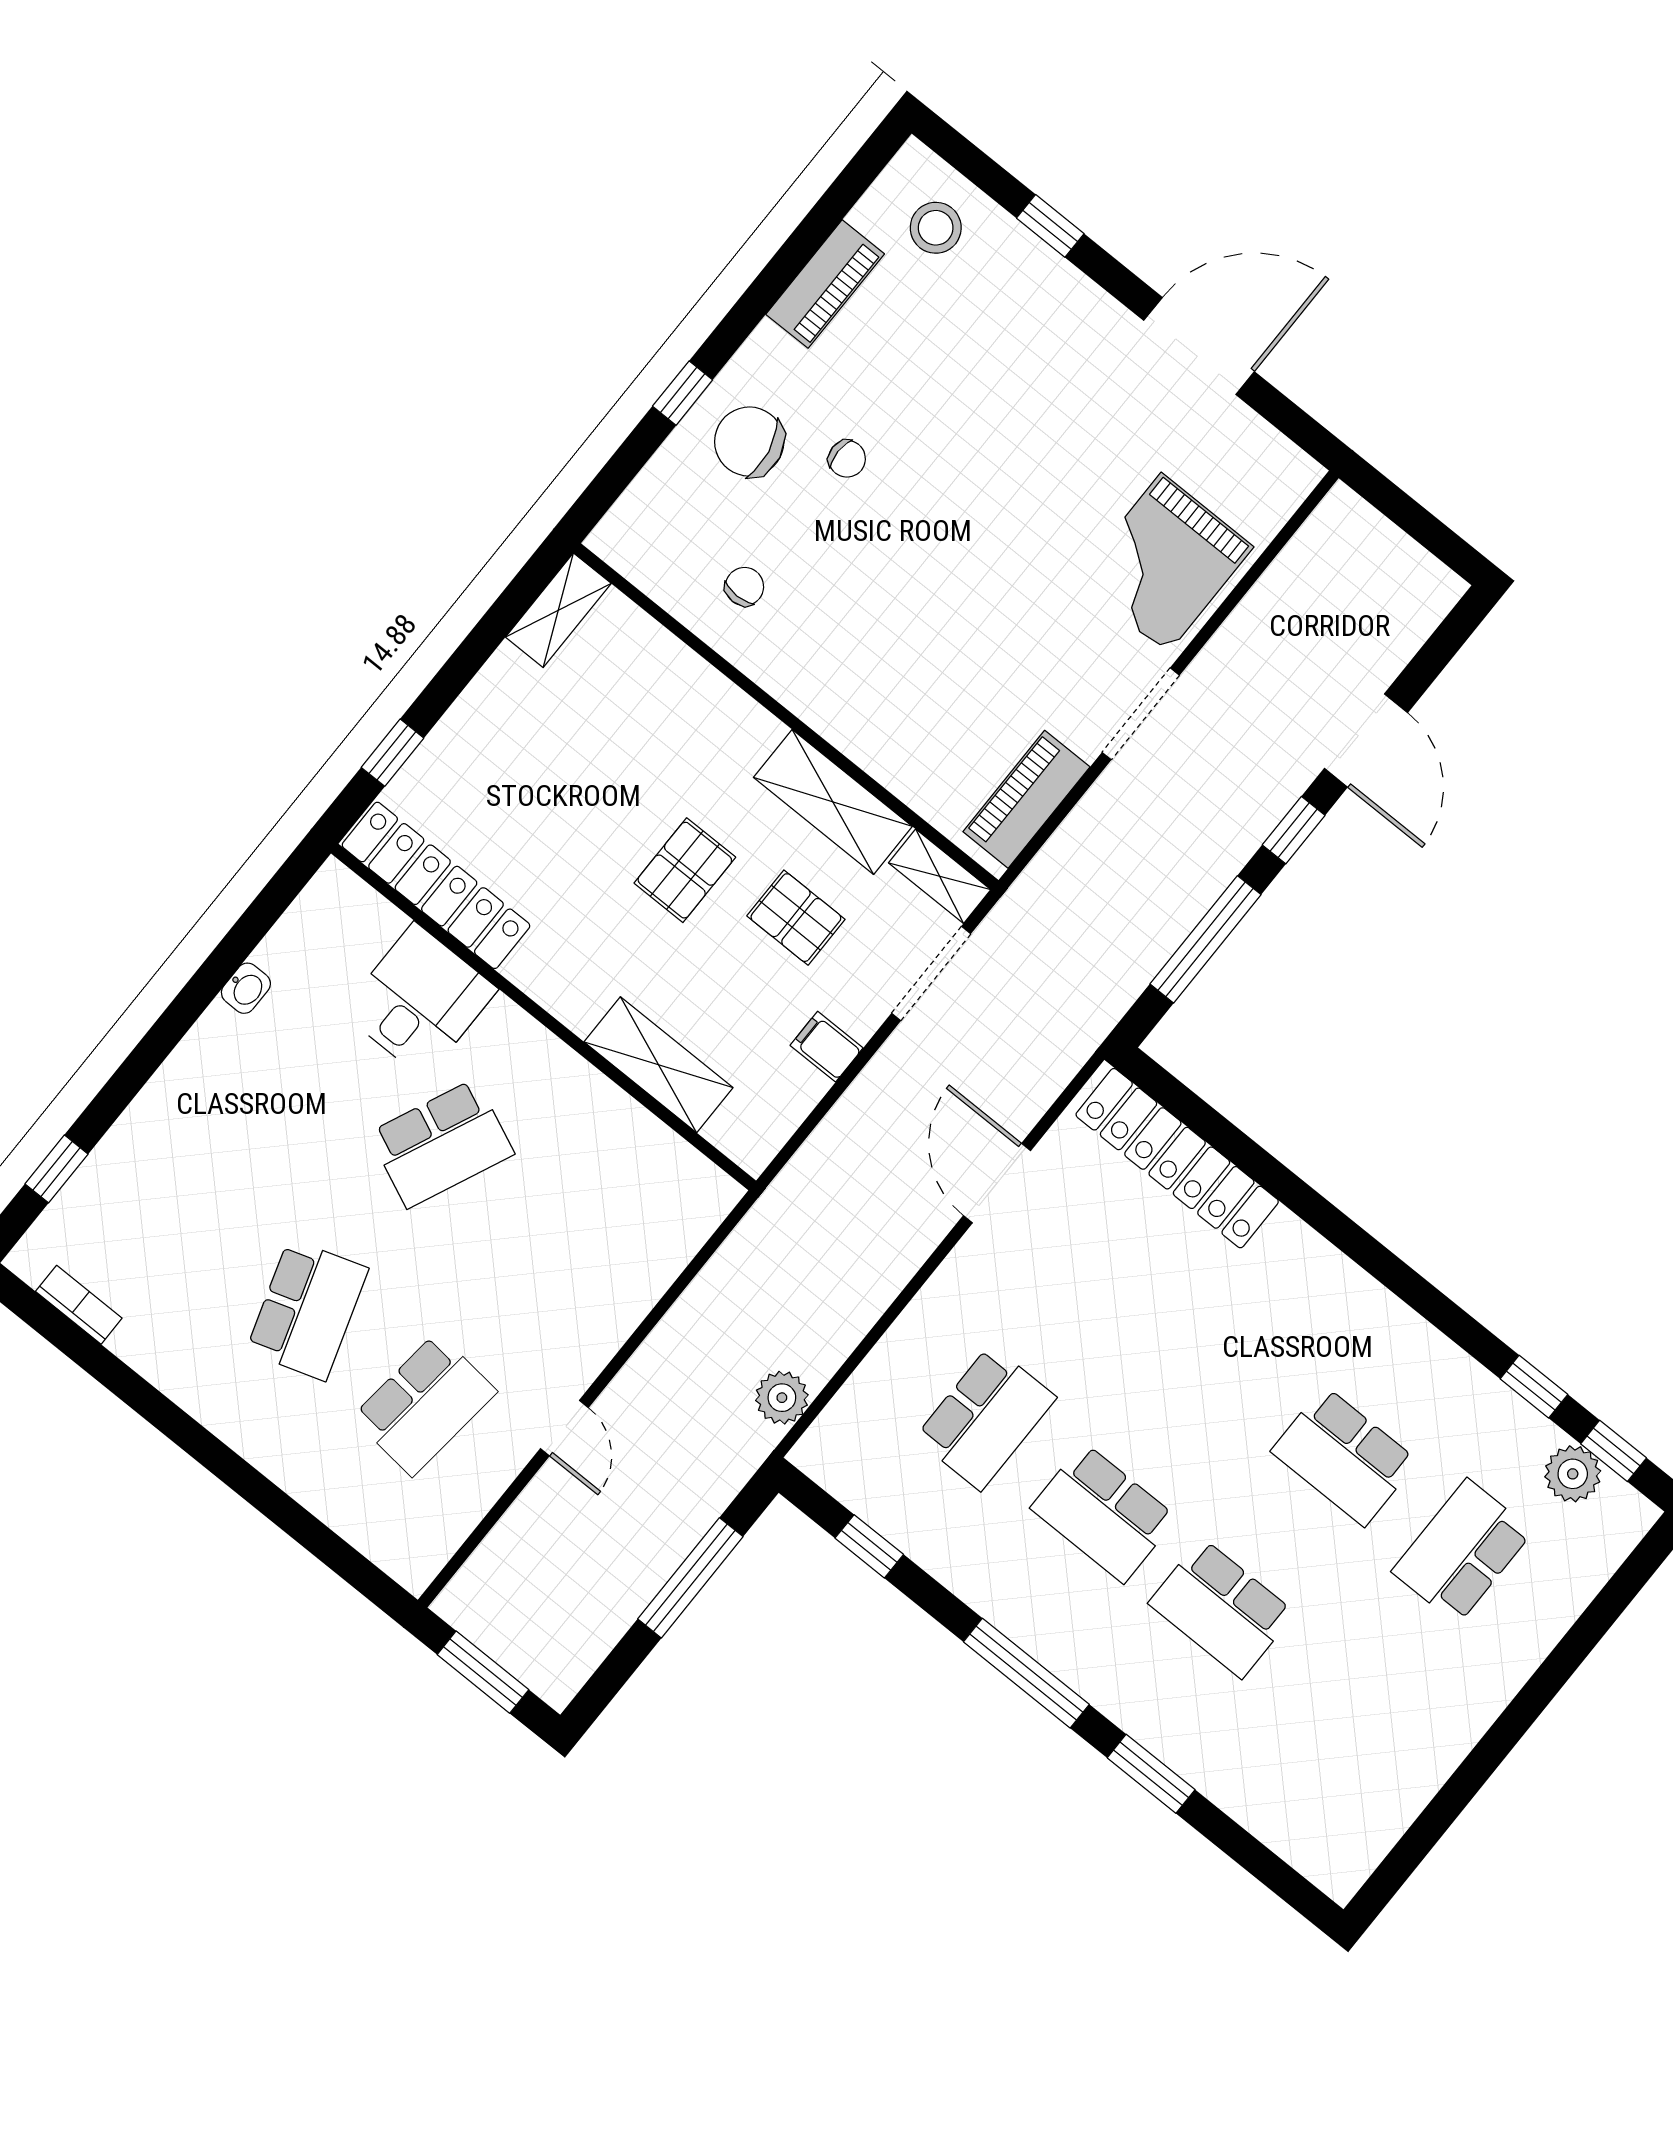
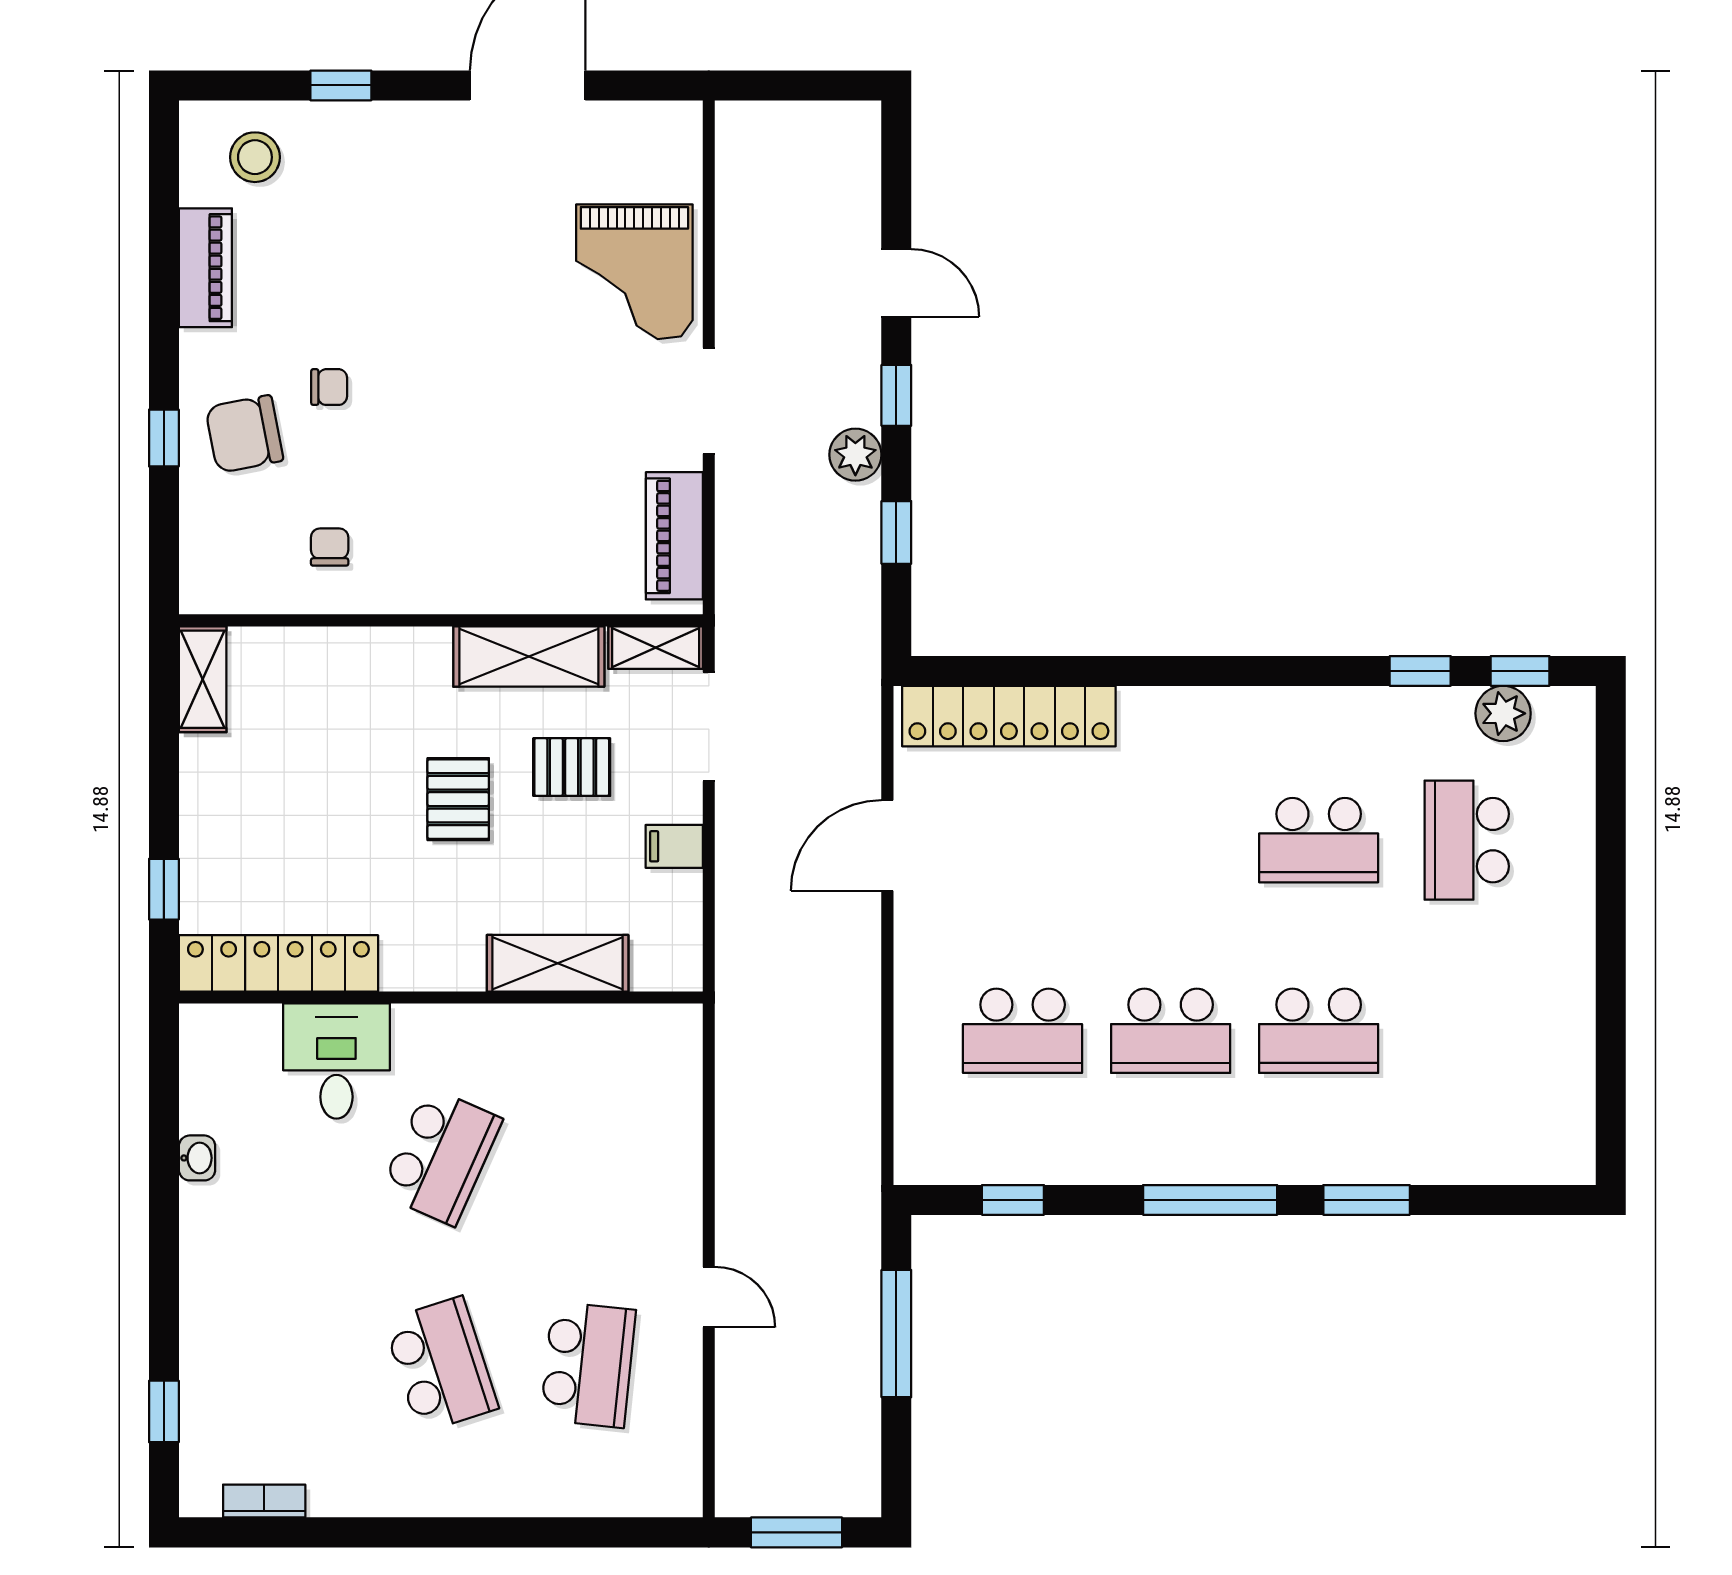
door: (1366, 741) -> (896, 283), width x0.73
window: (1206, 939) -> (896, 532), width x0.46
door: (997, 1183) -> (887, 846), hinge flipped
plant: (782, 1398) -> (855, 455), moved
school desk: (986, 1418) -> (1023, 1031), turned 90

